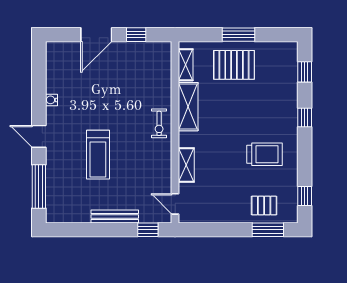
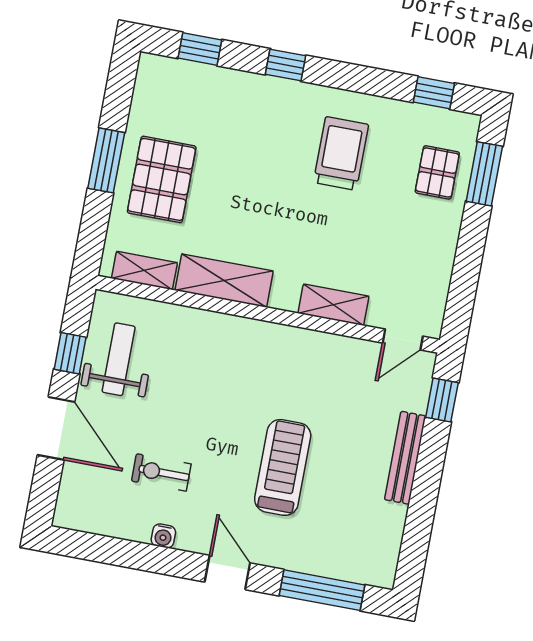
weight bench: (138, 60) -> (119, 359), added
exercise bike: (159, 123) -> (161, 472), moved, turned 180
door: (39, 136) -> (227, 572), swing flipped
treadmill: (98, 155) -> (283, 467), turned -90

